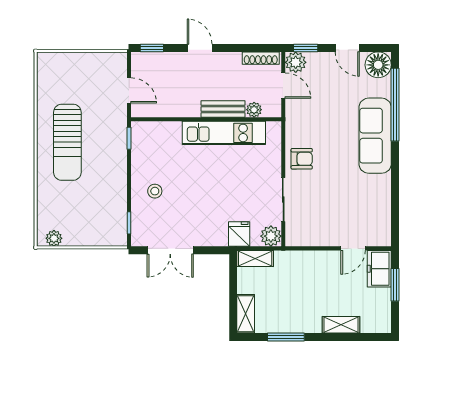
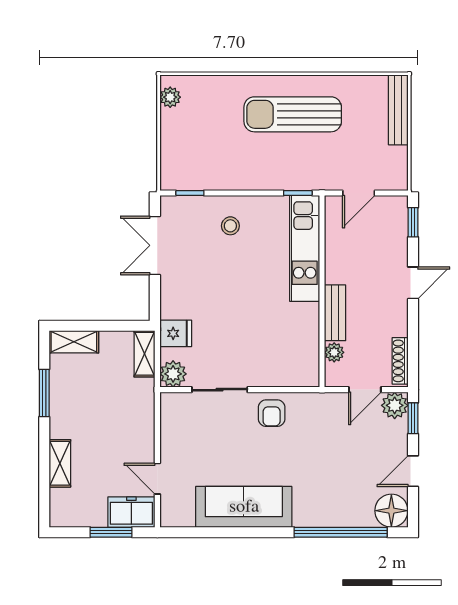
bench: (64, 59) -> (398, 110), added
kitchen unit: (224, 133) -> (305, 248), moved
sofa: (375, 136) -> (244, 507), moved

